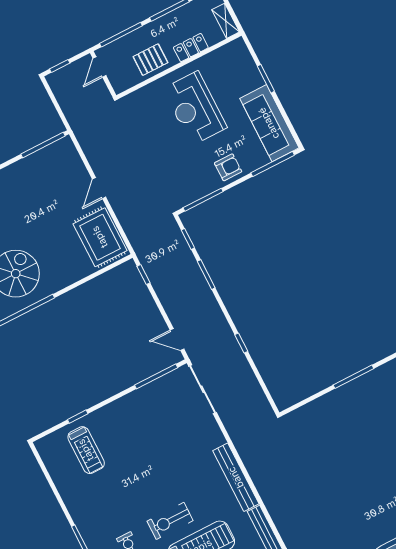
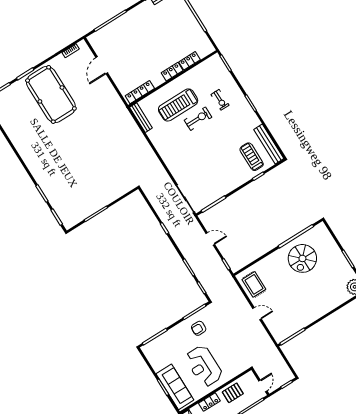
reception desk: (195, 108) -> (204, 366), turned 180
sofa: (269, 123) -> (175, 387), moved
armchair: (228, 167) -> (199, 328), moved
door: (99, 188) -> (257, 314), hinge flipped
rug: (100, 237) -> (254, 284), width x0.73, depth x0.70
door: (177, 340) -> (210, 239), moved
bench: (236, 477) -> (269, 144), moved

